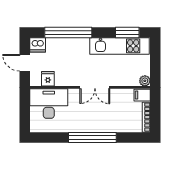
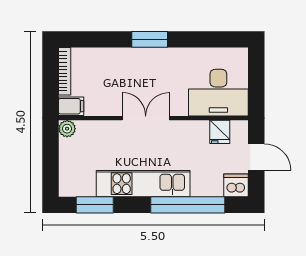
kitchen unit: (120, 46) -> (143, 184), moved
window: (92, 137) -> (150, 39), width x0.47

